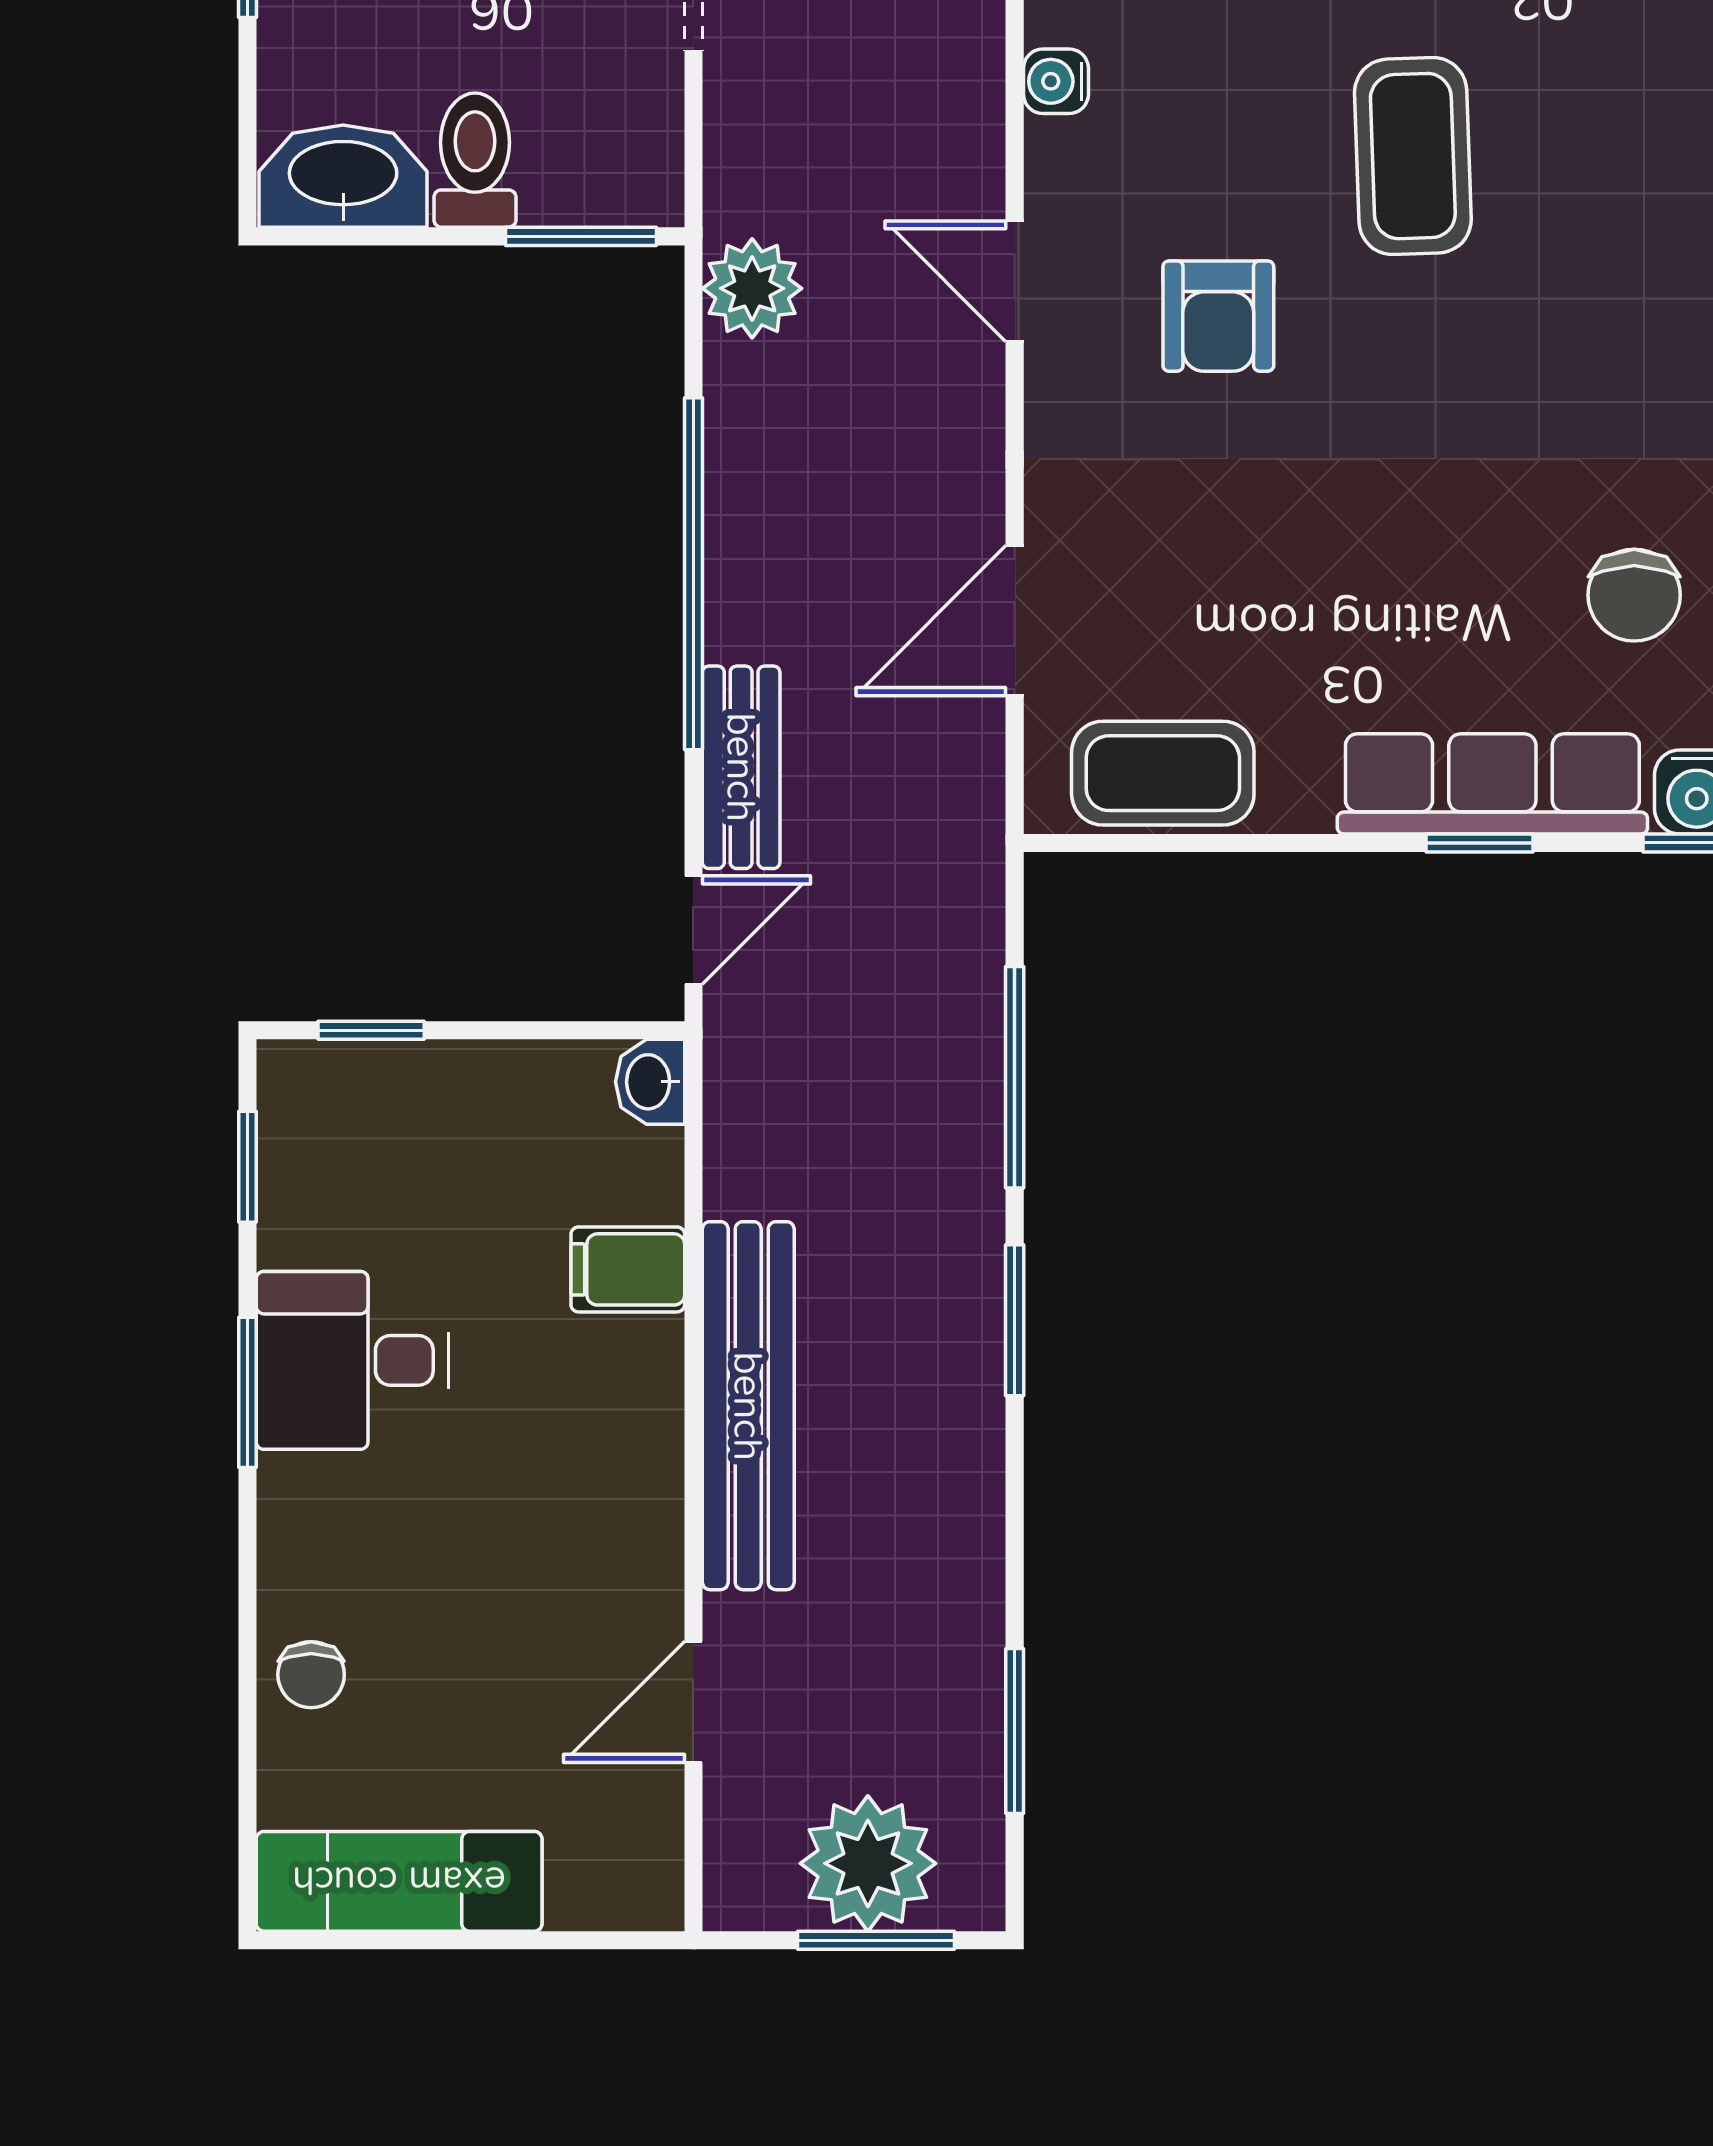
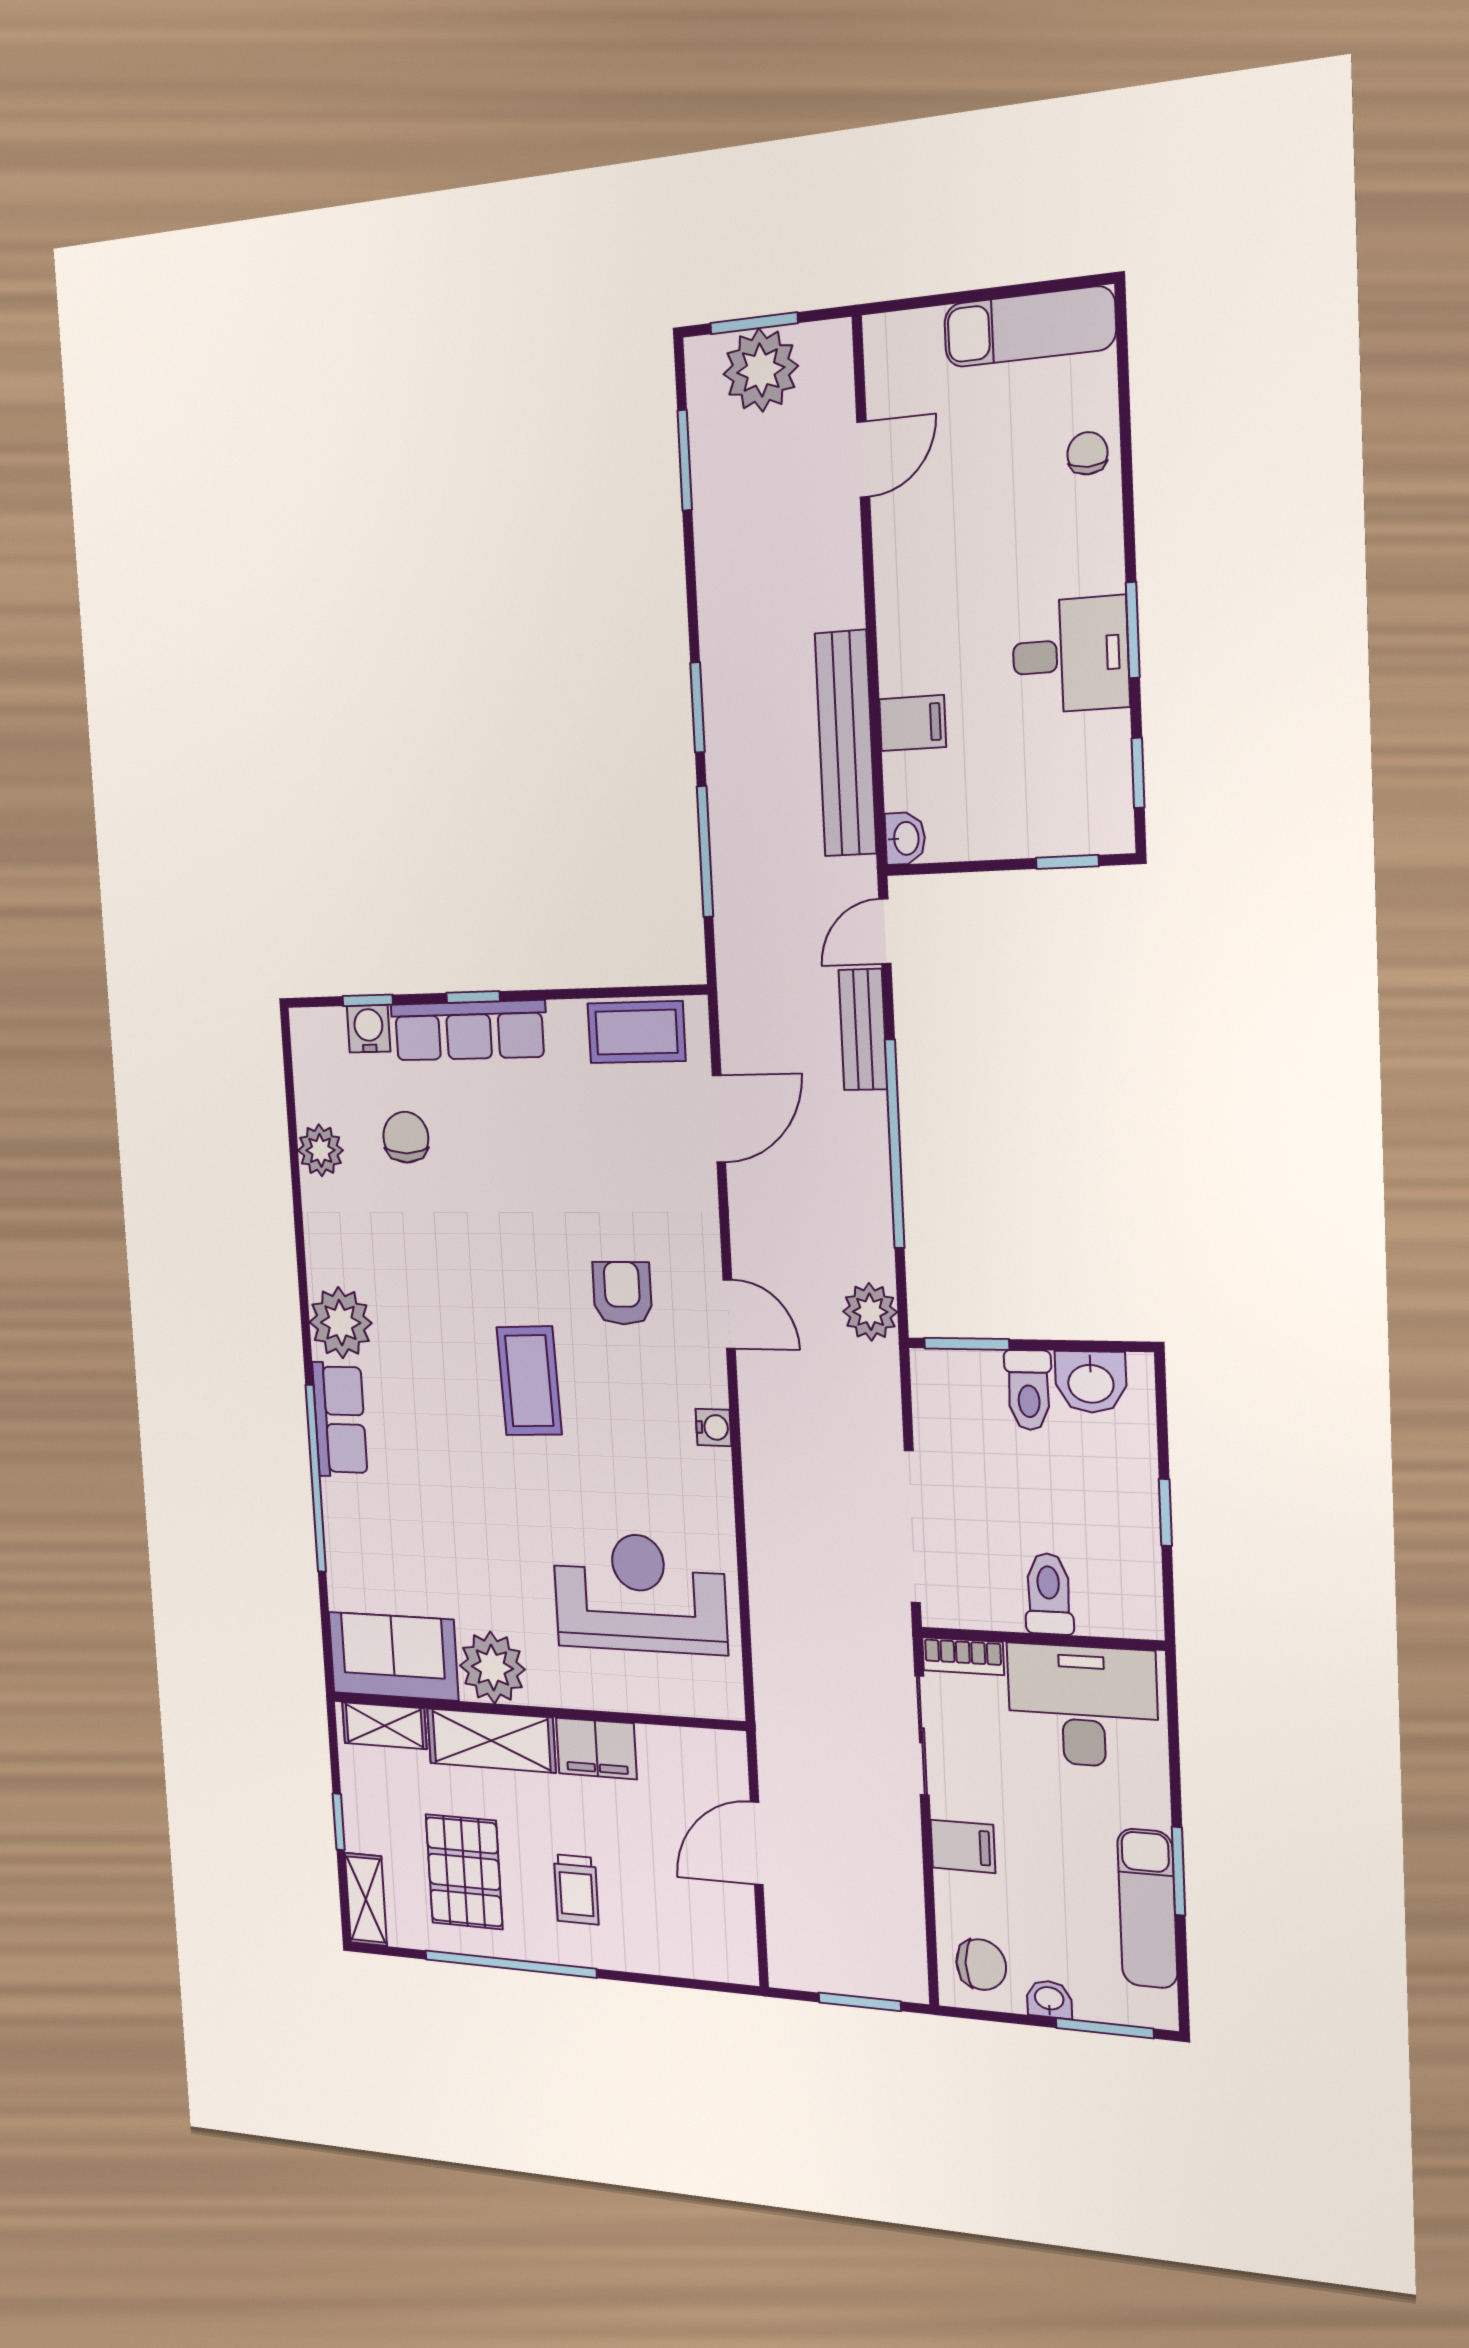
washbasin: (343, 176) -> (1091, 1382), width x0.72
bench: (748, 1406) -> (846, 744), moved

